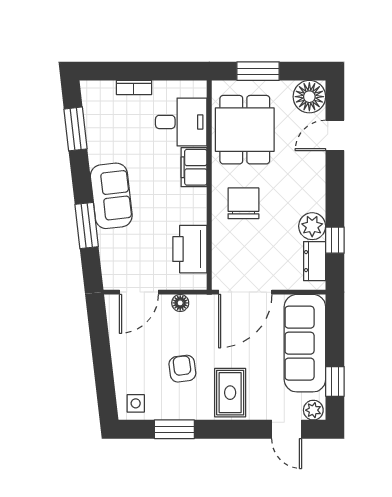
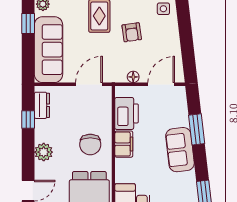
filing cabinet: (194, 167) -> (124, 144), moved
plant: (312, 226) -> (44, 152), moved
door: (245, 292) -> (89, 84), width x0.73

